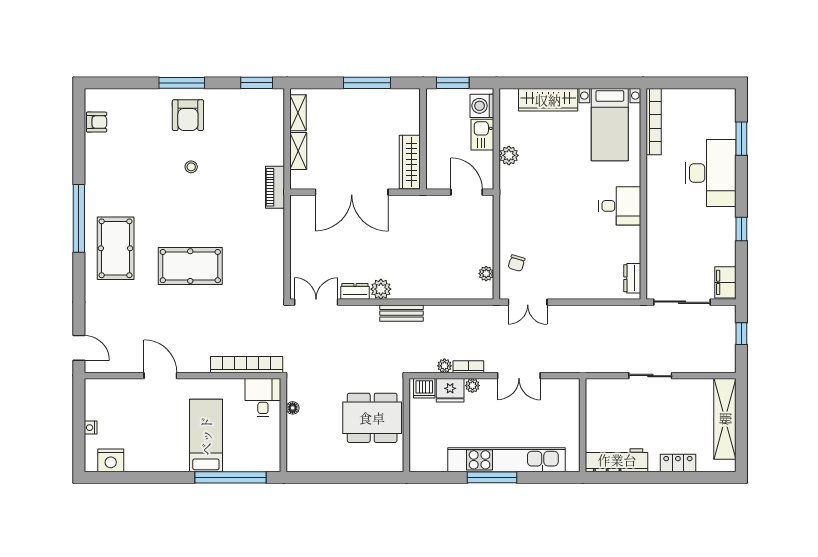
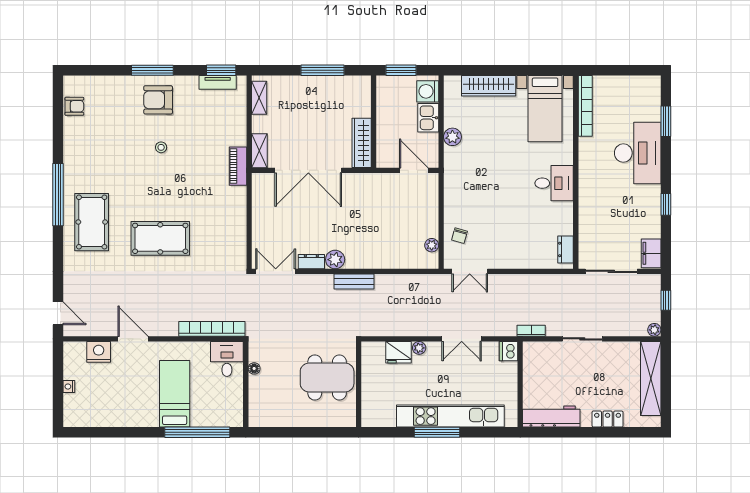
tv unit: (253, 96) -> (218, 82), added
armchair: (188, 115) -> (158, 100), turned 90
shelving: (298, 151) -> (259, 151), moved
plant: (444, 366) -> (654, 330), moved
bookcase: (468, 367) -> (531, 331), moved
dishwasher: (424, 388) -> (509, 351), moved, turned 90
nightstand: (111, 460) -> (99, 352), moved, turned 180

